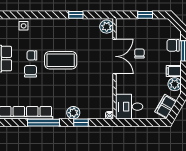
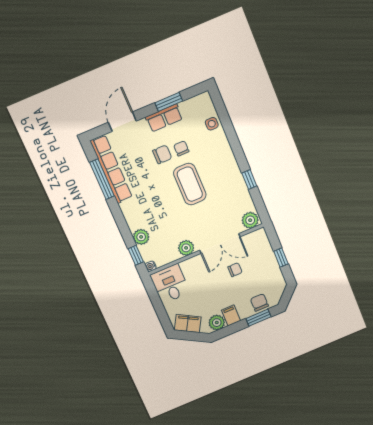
plant: (107, 83) -> (186, 248), added
plant: (73, 113) -> (141, 237), moved
window: (44, 123) -> (102, 179), moved
window: (81, 123) -> (136, 255), moved

